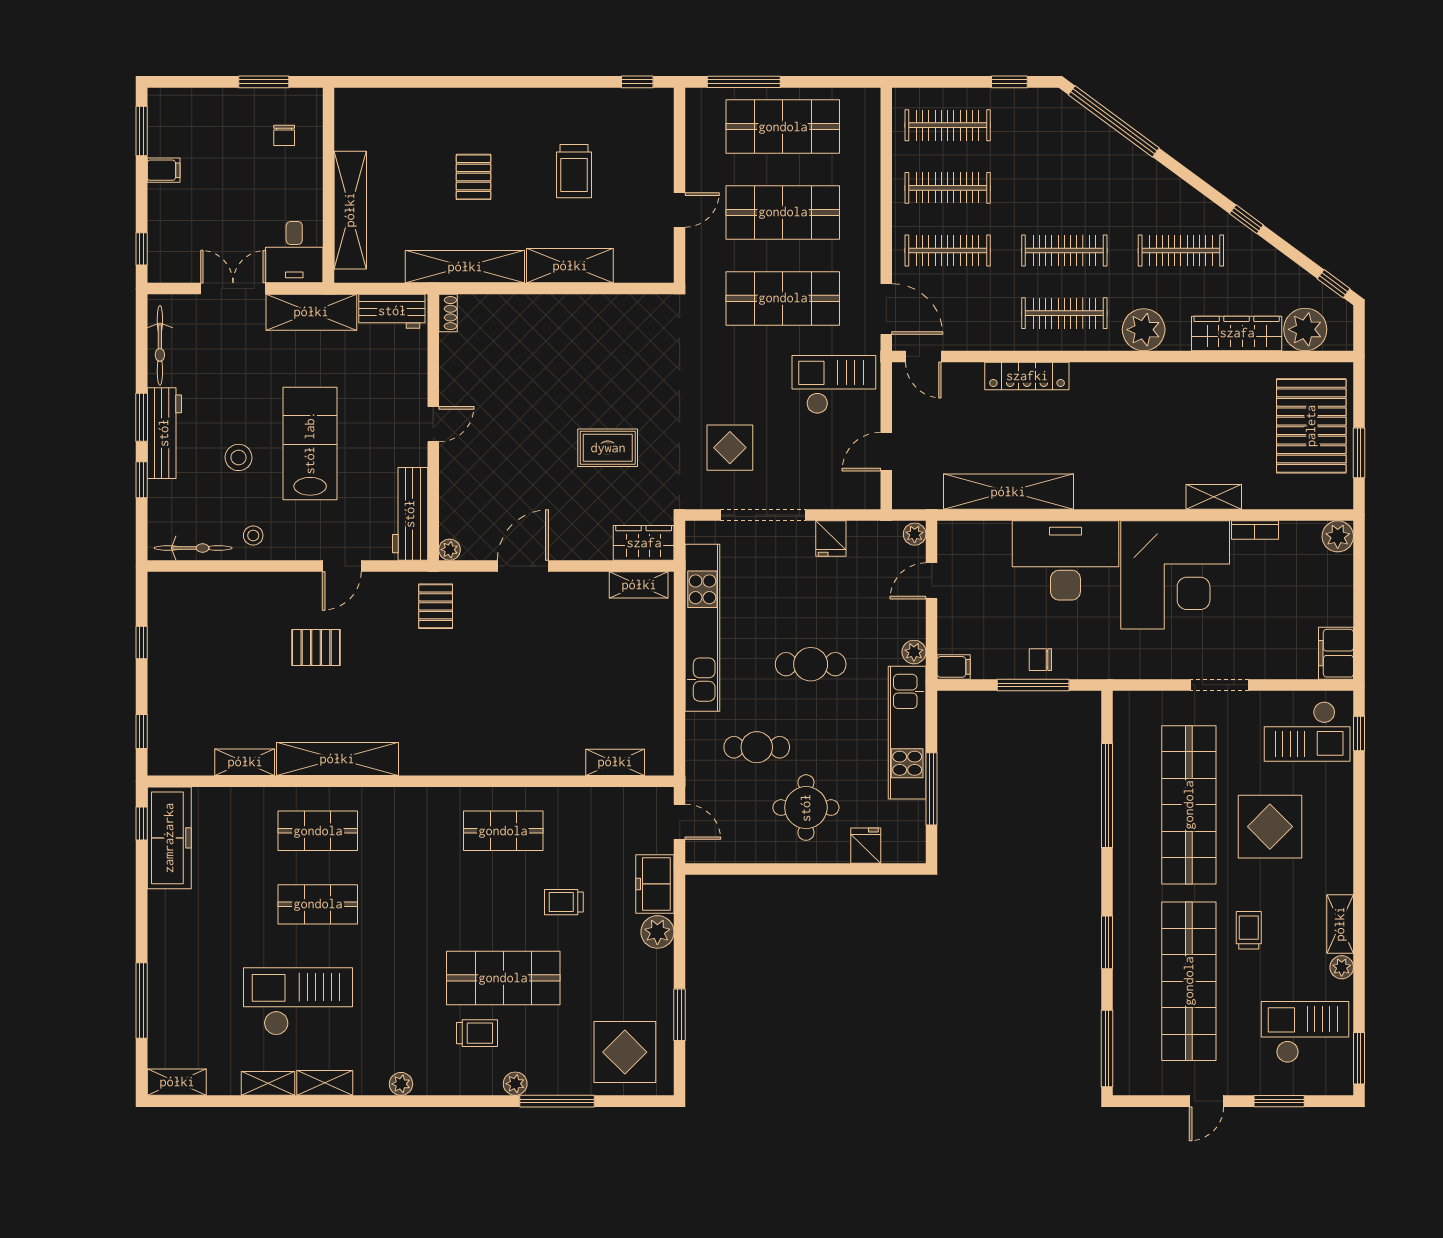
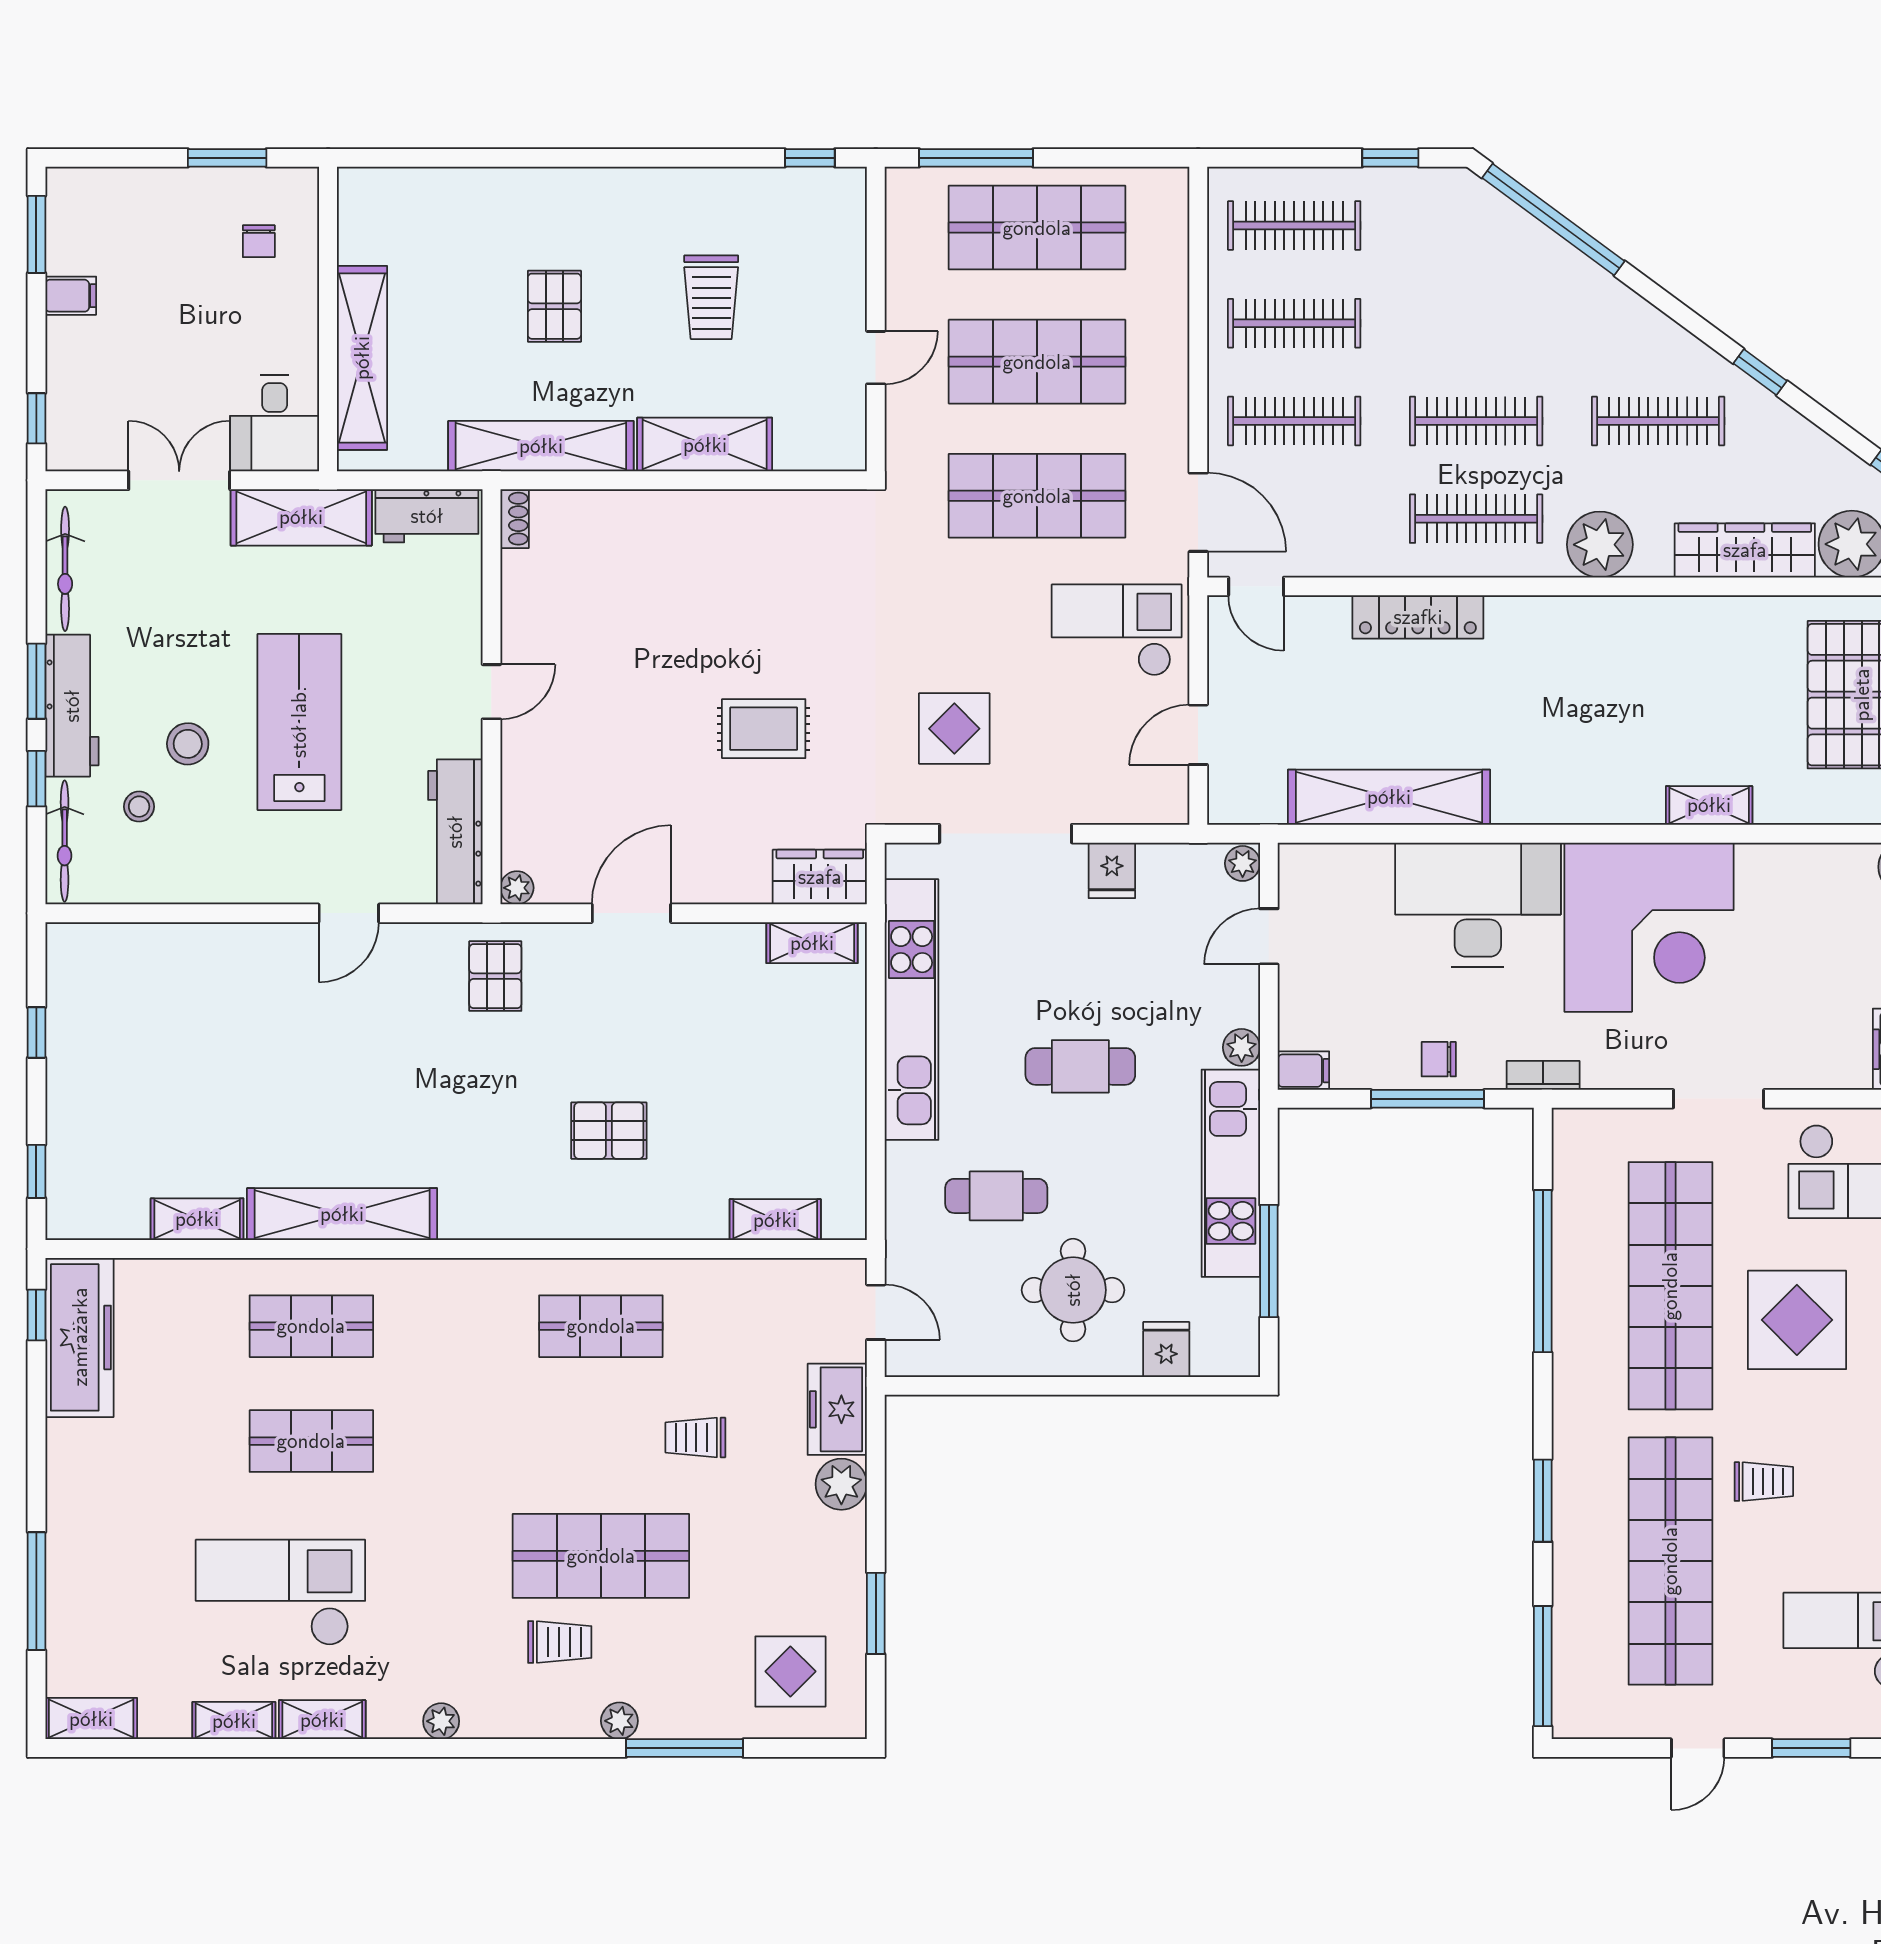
bookcase: (1255, 530) -> (1543, 1075), moved, turned 180
stool: (253, 536) -> (139, 807), moved
bicycle: (193, 548) -> (65, 841), moved, turned 90
pallet: (316, 648) -> (609, 1131), moved
trolley: (1249, 930) -> (1764, 1482), turned 90
display table: (625, 1052) -> (790, 1671), width x0.73, depth x0.73

